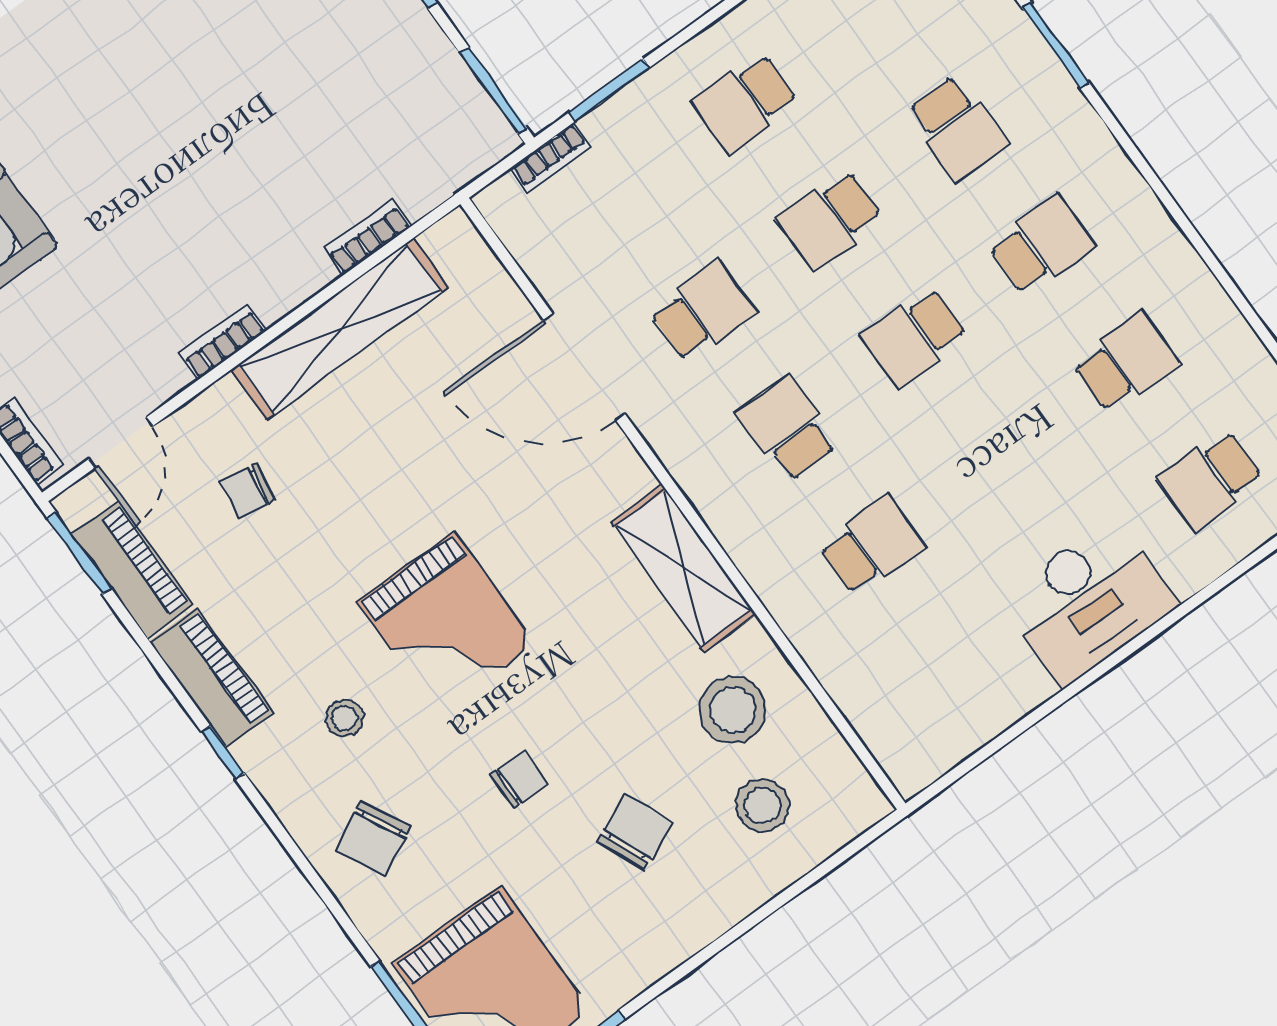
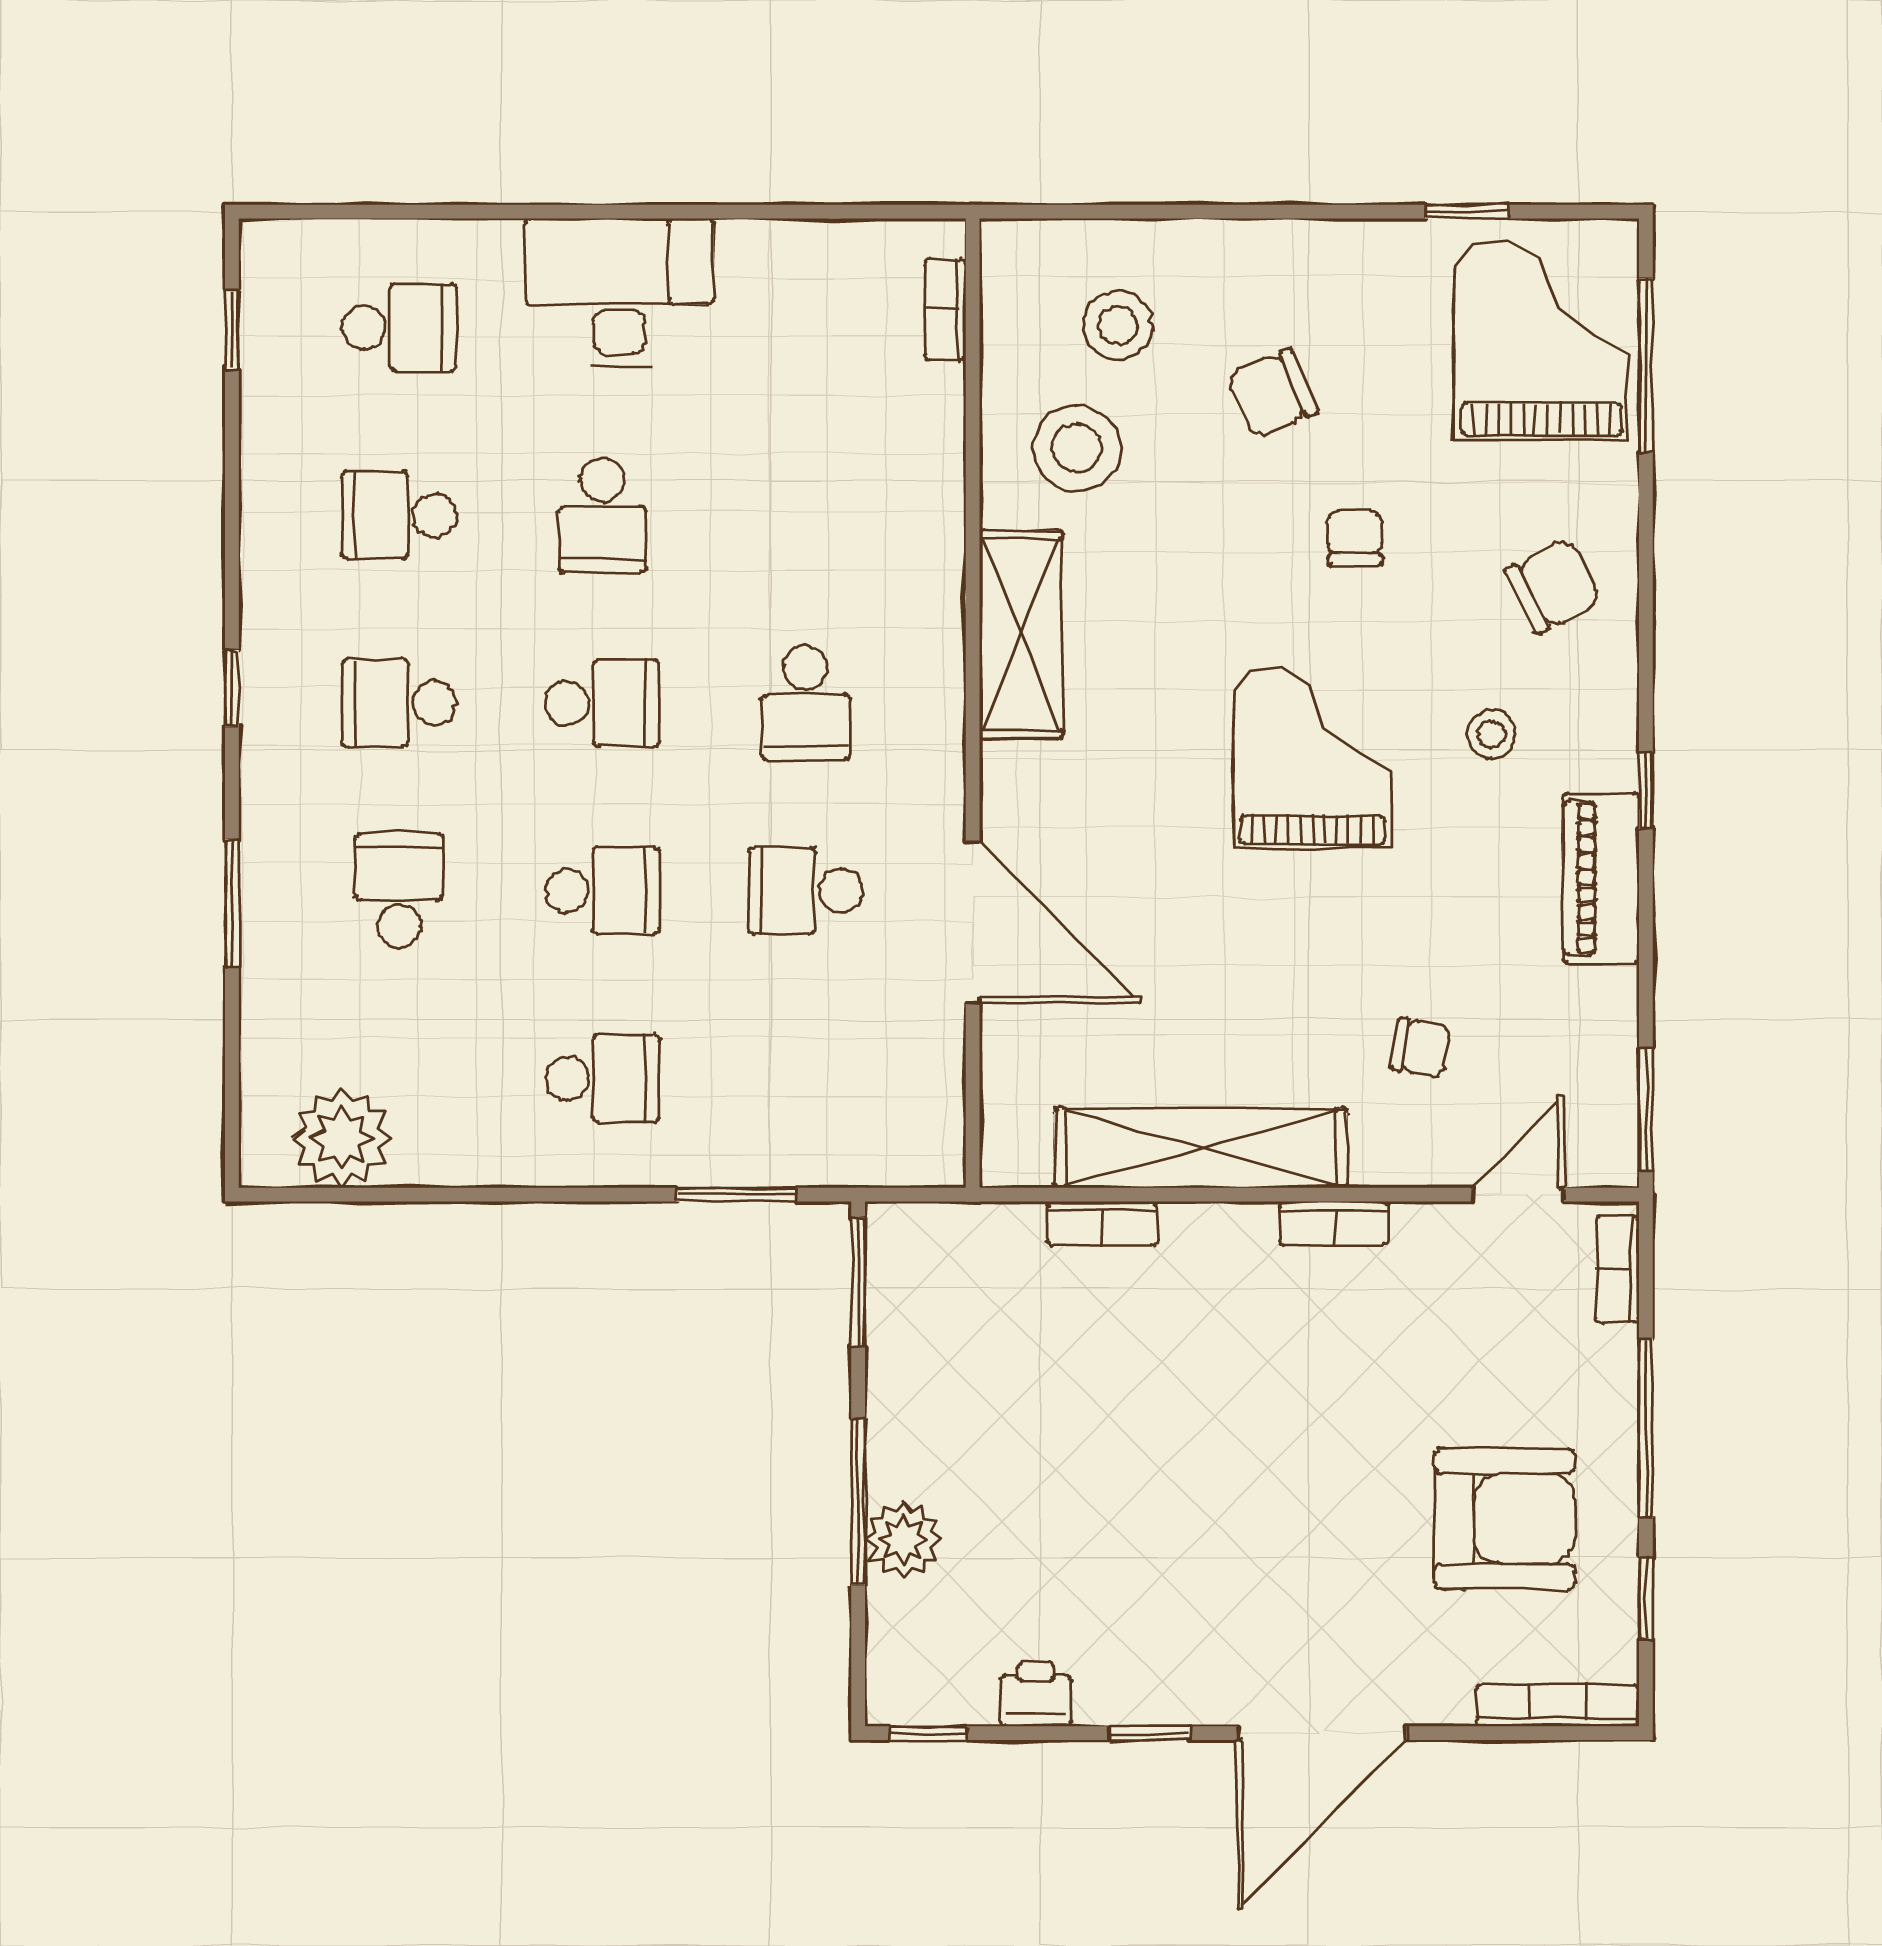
bookcase: (551, 158) -> (946, 310), moved, turned -90
window: (1152, 179) -> (232, 688), added
school desk: (872, 546) -> (602, 515), moved, turned -90
piano: (133, 569) -> (1602, 1052), removed
chair: (519, 779) -> (1355, 538), turned 90

